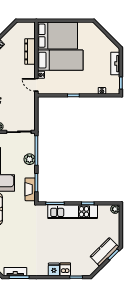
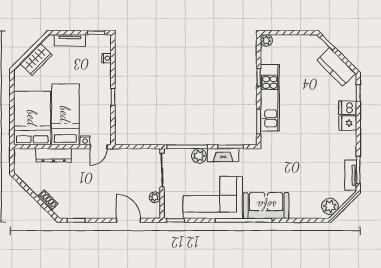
wardrobe: (101, 39) -> (36, 59), added
fireplace: (30, 189) -> (223, 155), moved
kitchen counter: (105, 252) -> (336, 67), moved

